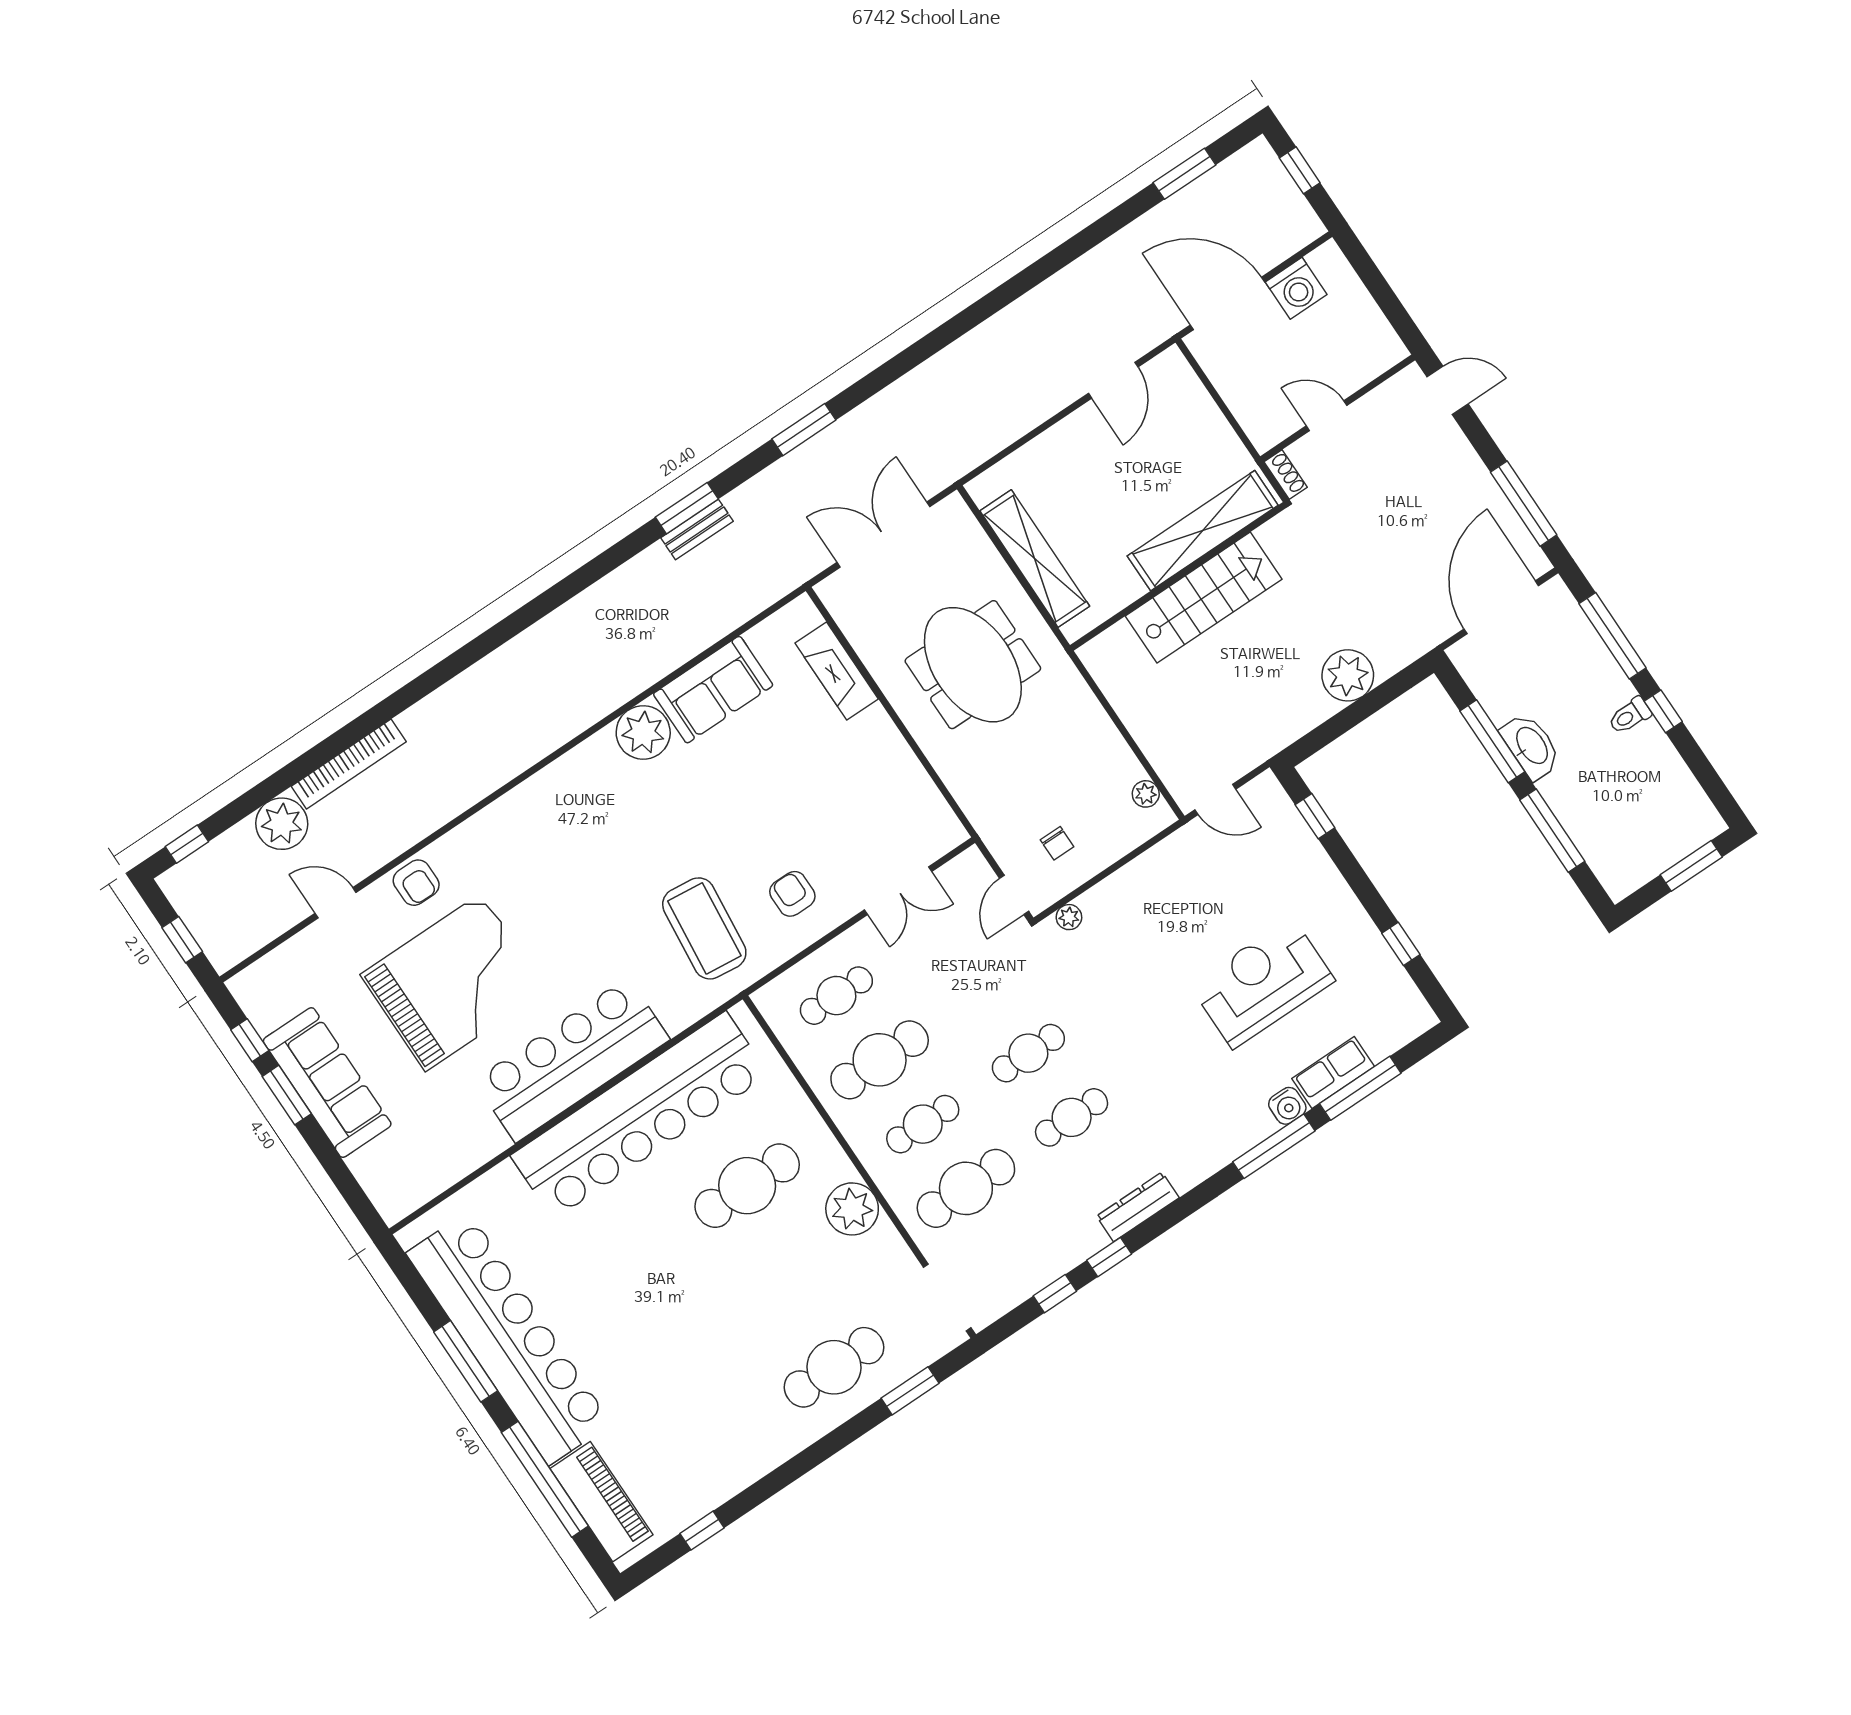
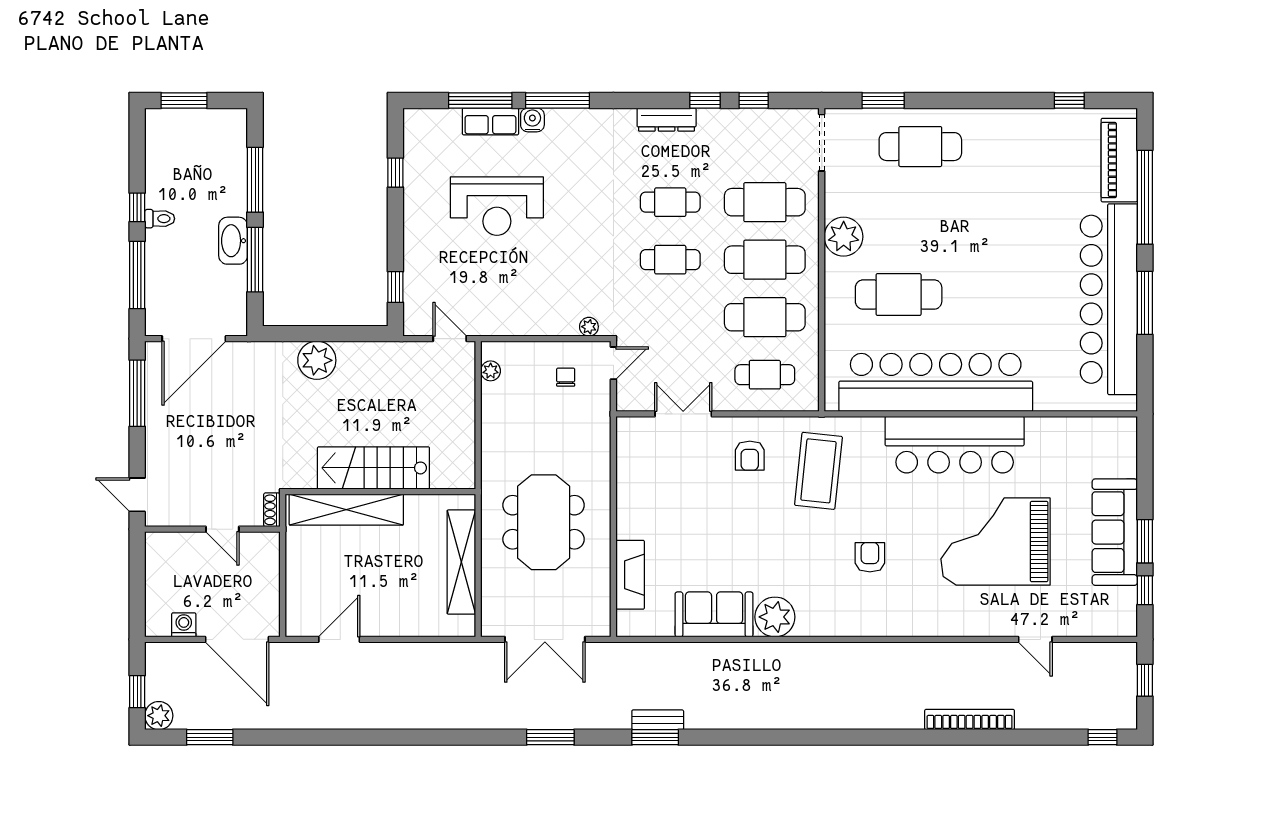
washing machine: (1296, 288) -> (184, 625), width x0.73, depth x0.73
plant: (282, 824) -> (159, 716), moved, width x0.73, depth x0.73
armchair: (416, 883) -> (870, 557), moved
cafe table: (923, 1124) -> (765, 260), width x1.37, depth x1.35

